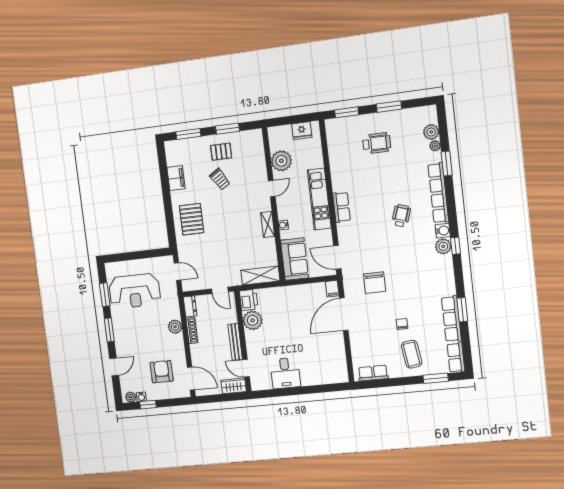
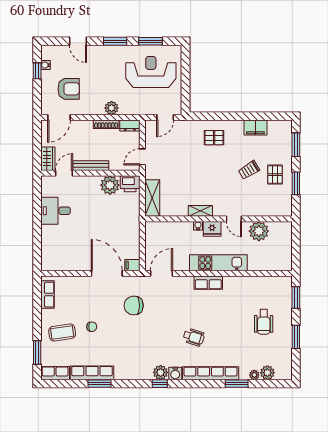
fridge: (302, 131) -> (212, 229), moved, turned -90
pallet: (192, 219) -> (214, 138), width x0.67, depth x0.71
sofa: (295, 259) -> (164, 233), removed
reception desk: (135, 291) -> (151, 72), turned 90
plant: (131, 397) -> (46, 54), removed

